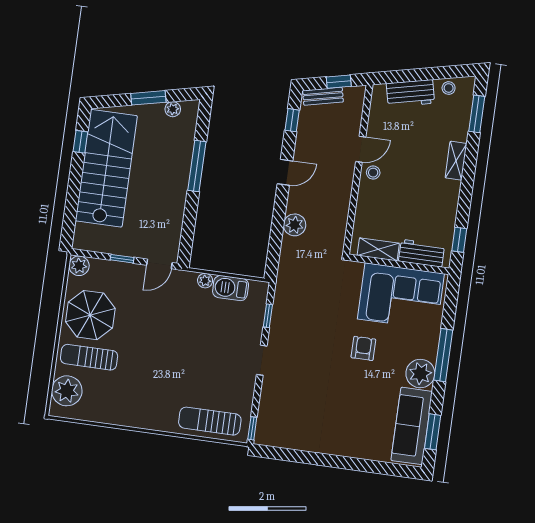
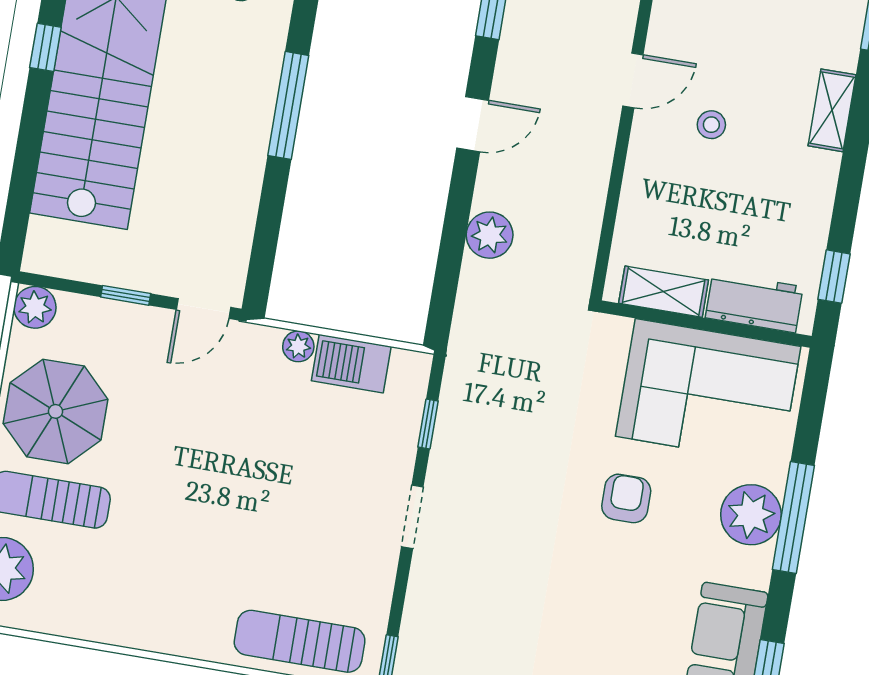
stool: (373, 173) -> (711, 125), moved
plant: (420, 374) -> (751, 515), moved

